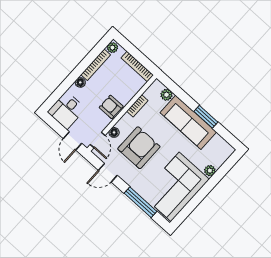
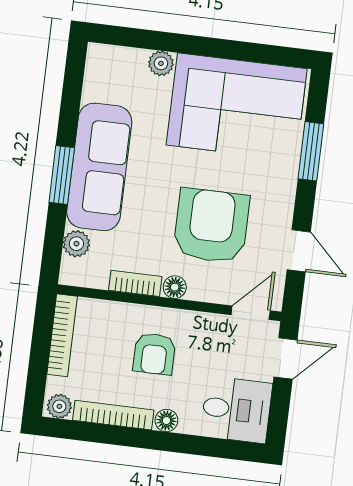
armchair: (111, 107) -> (154, 354), moved
window: (206, 117) -> (62, 175), moved
floor lamp: (114, 132) -> (175, 287), moved
armchair: (139, 148) -> (211, 226), turned 90
window: (140, 202) -> (311, 151), width x0.69

